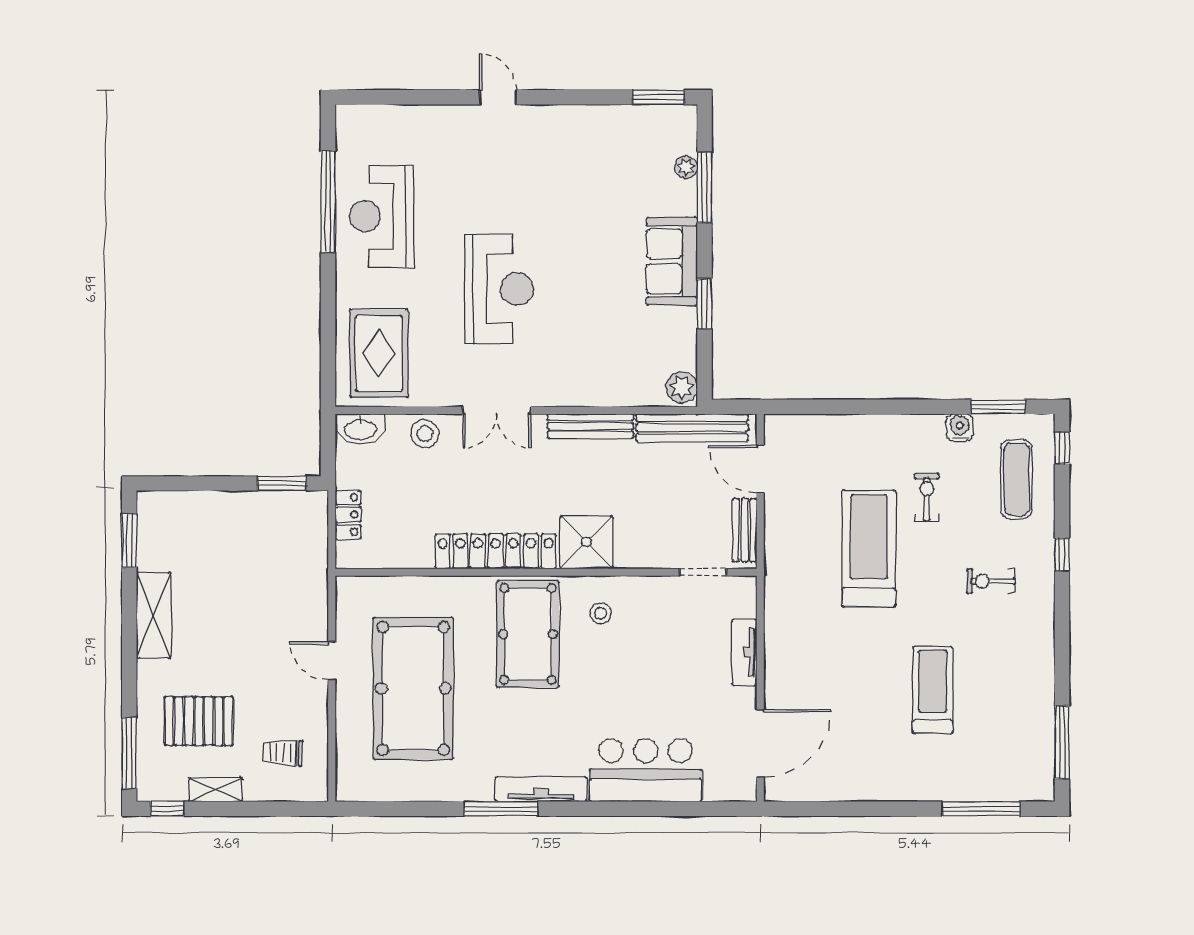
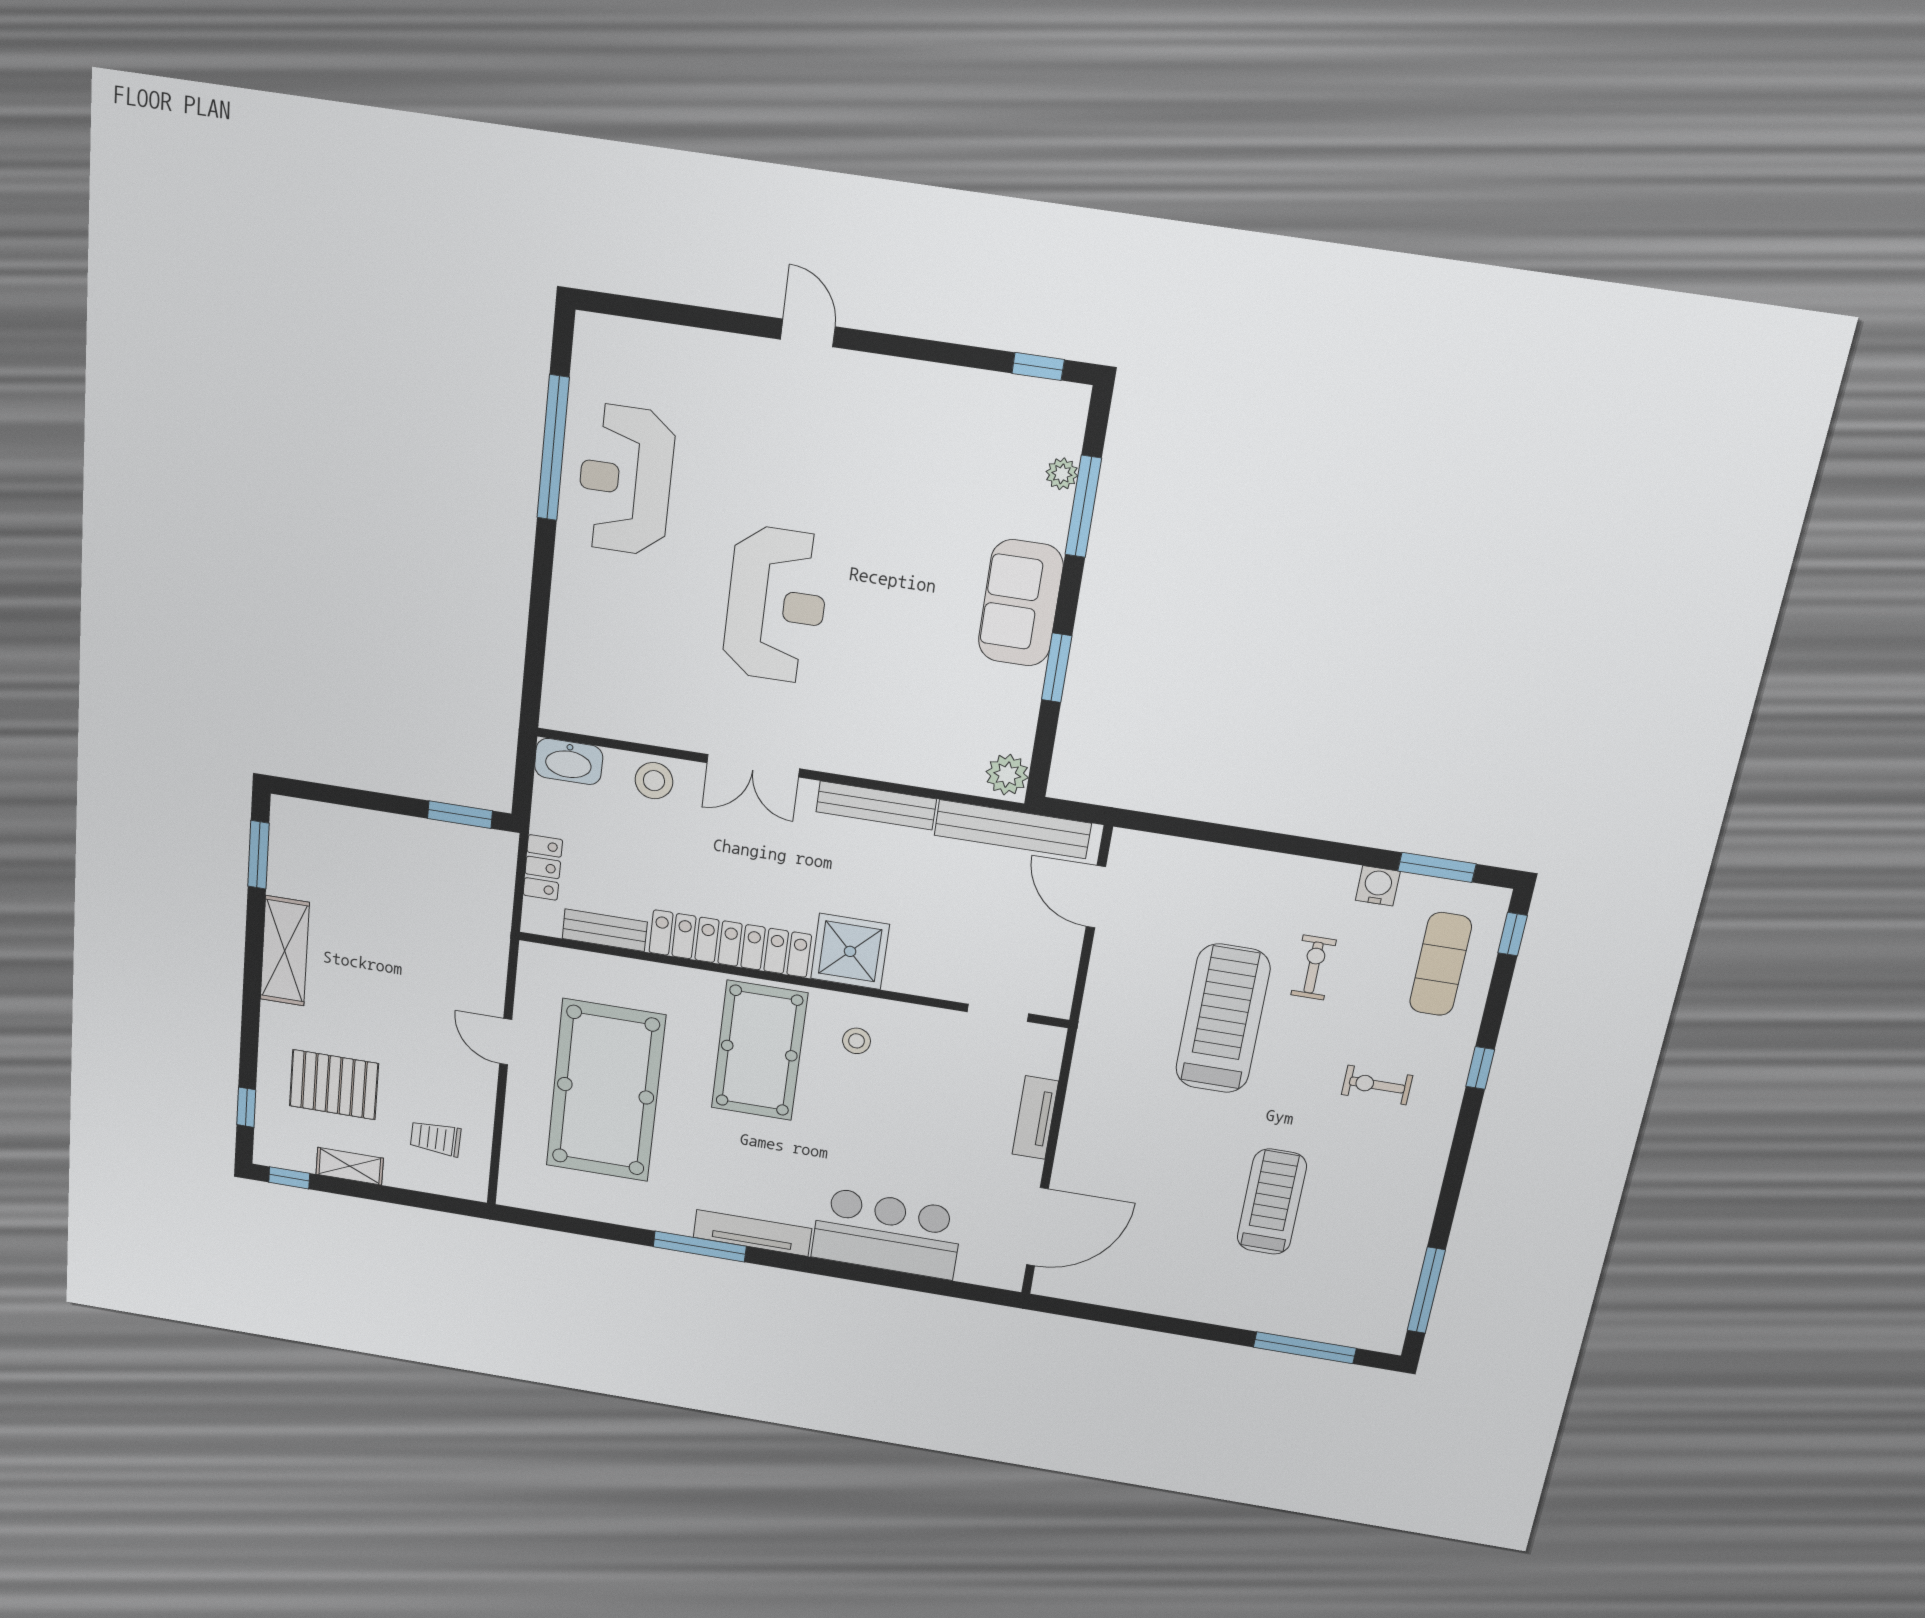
window: (658, 97) -> (1038, 366), width x0.67
rug: (379, 353) -> (603, 666), removed
bench: (745, 530) -> (605, 930), moved, turned 90
window: (129, 753) -> (246, 1107), width x0.46

